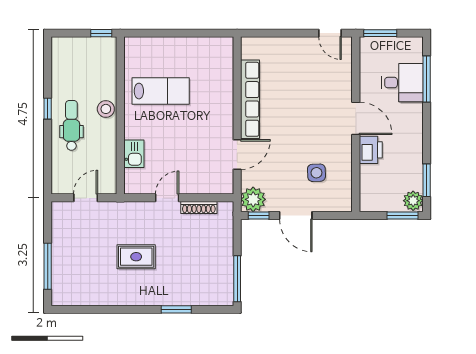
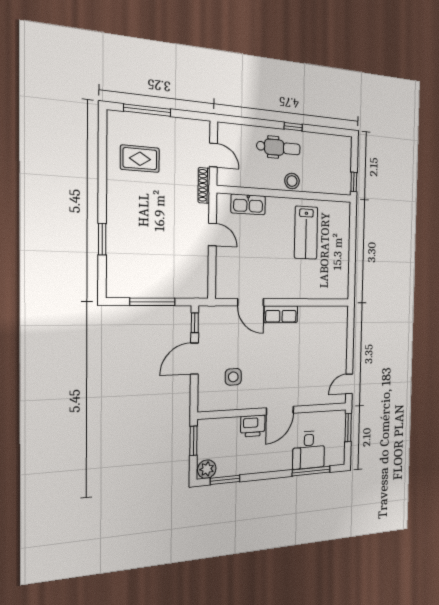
row of seats: (250, 99) -> (281, 314), width x0.50
kitchen sink: (134, 154) -> (248, 204), width x1.38
plant: (253, 199) -> (210, 317), removed
shoe rack: (199, 207) -> (204, 185), moved
window: (402, 215) -> (193, 441), moved
rug: (136, 257) -> (140, 159), moved, turned 90
window: (237, 279) -> (153, 302), moved

